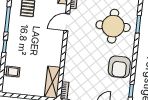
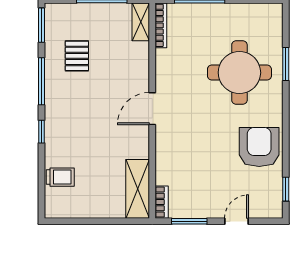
door: (67, 22) -> (152, 109), moved
armchair: (119, 67) -> (259, 147), turned 180

